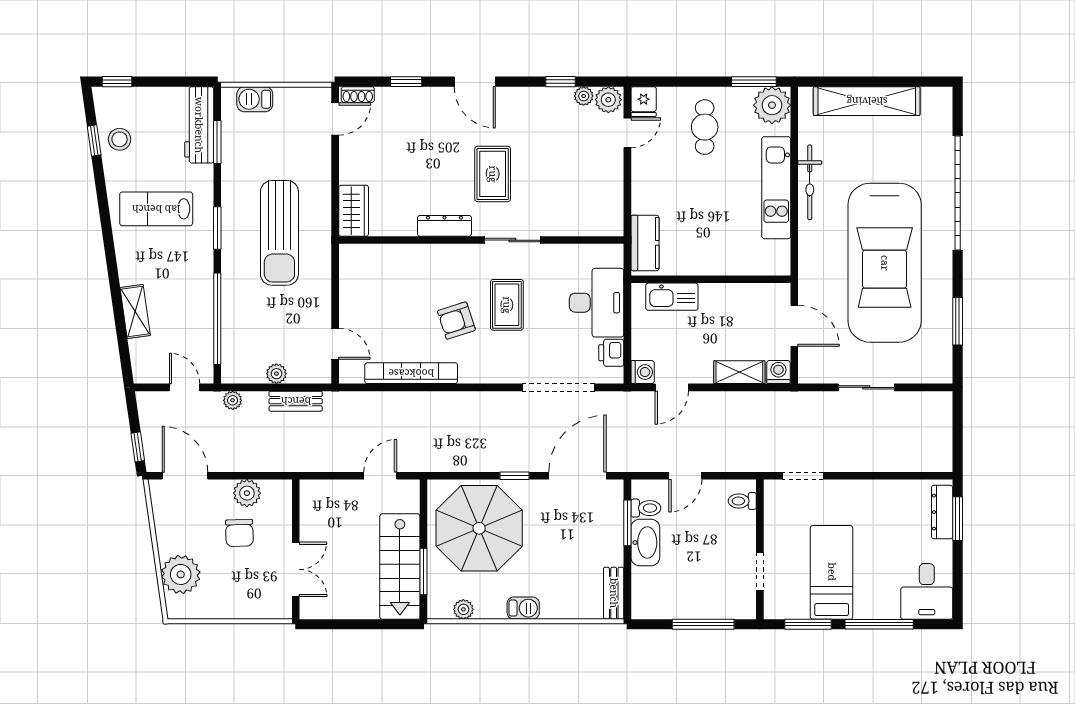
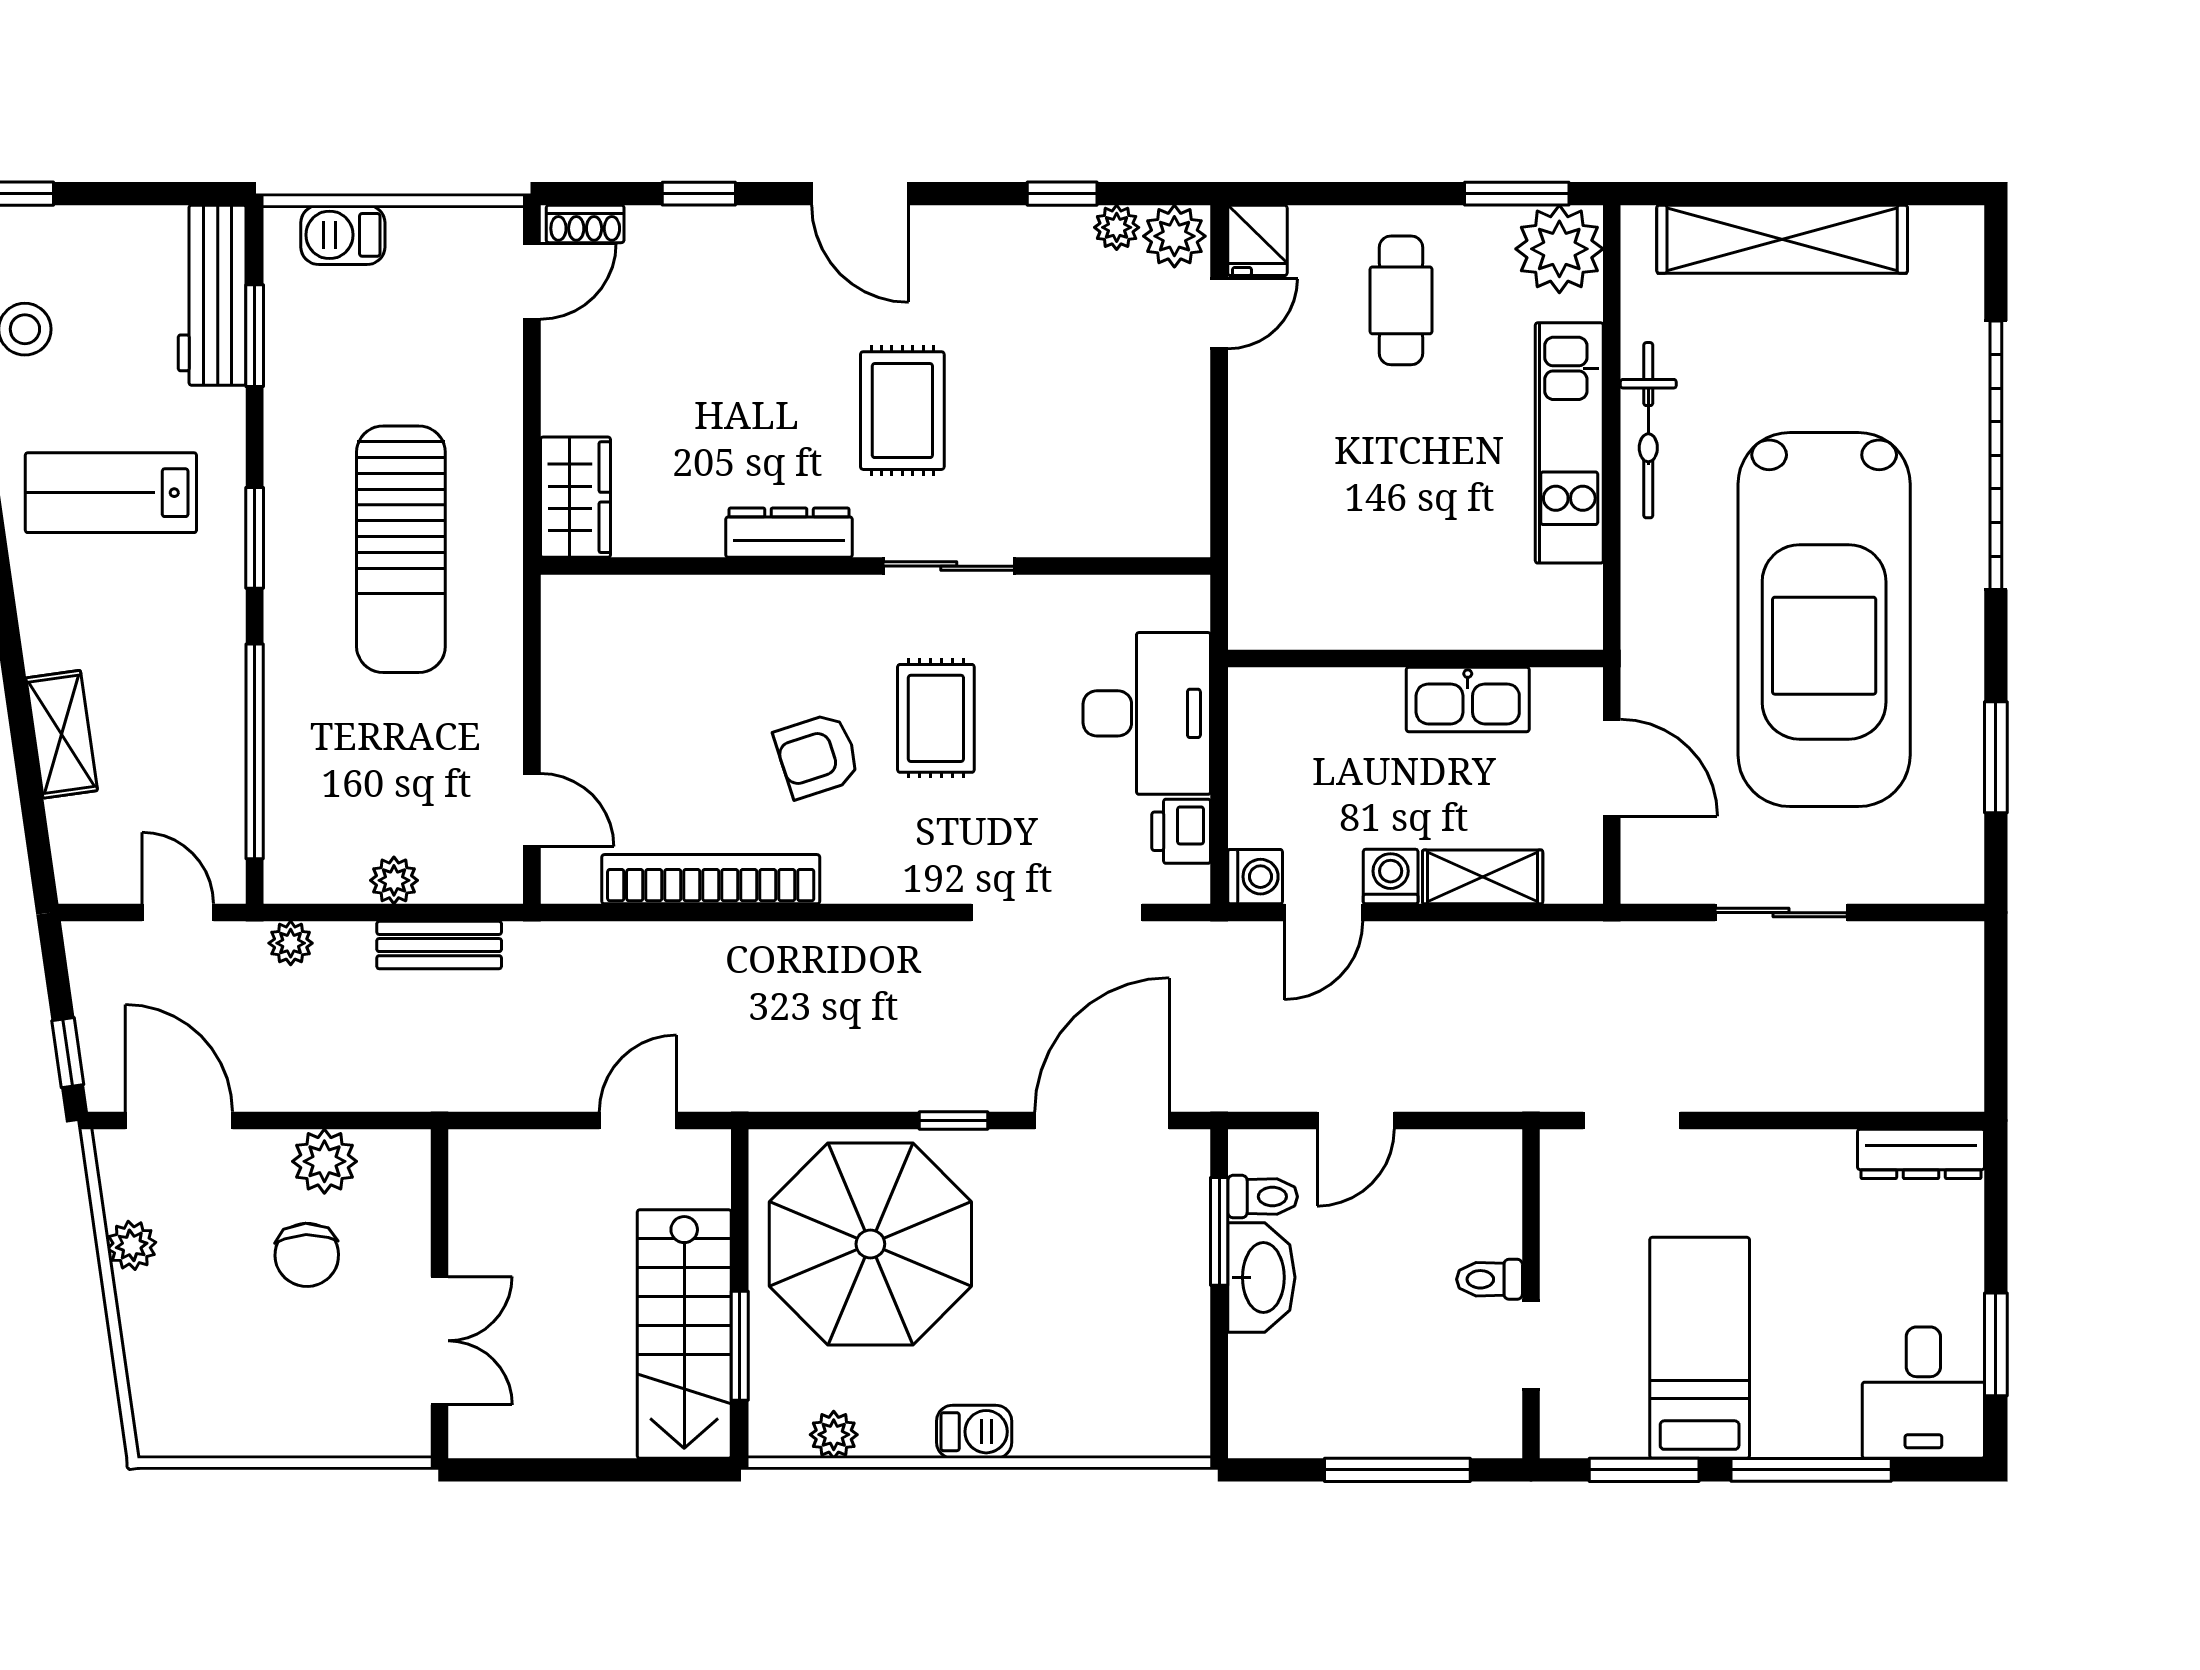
kitchen counter: (645, 243) -> (1261, 573), removed
kitchen sink: (672, 297) -> (1468, 699), moved
washing machine: (778, 372) -> (1391, 877), moved
toilet: (742, 501) -> (1489, 1279), moved
dresser: (942, 512) -> (1921, 1154), moved, turned -90
window: (958, 519) -> (1996, 1344), moved
plant: (181, 574) -> (132, 1245), moved, width x0.53, depth x0.53
bench: (614, 593) -> (1187, 1397), removed

